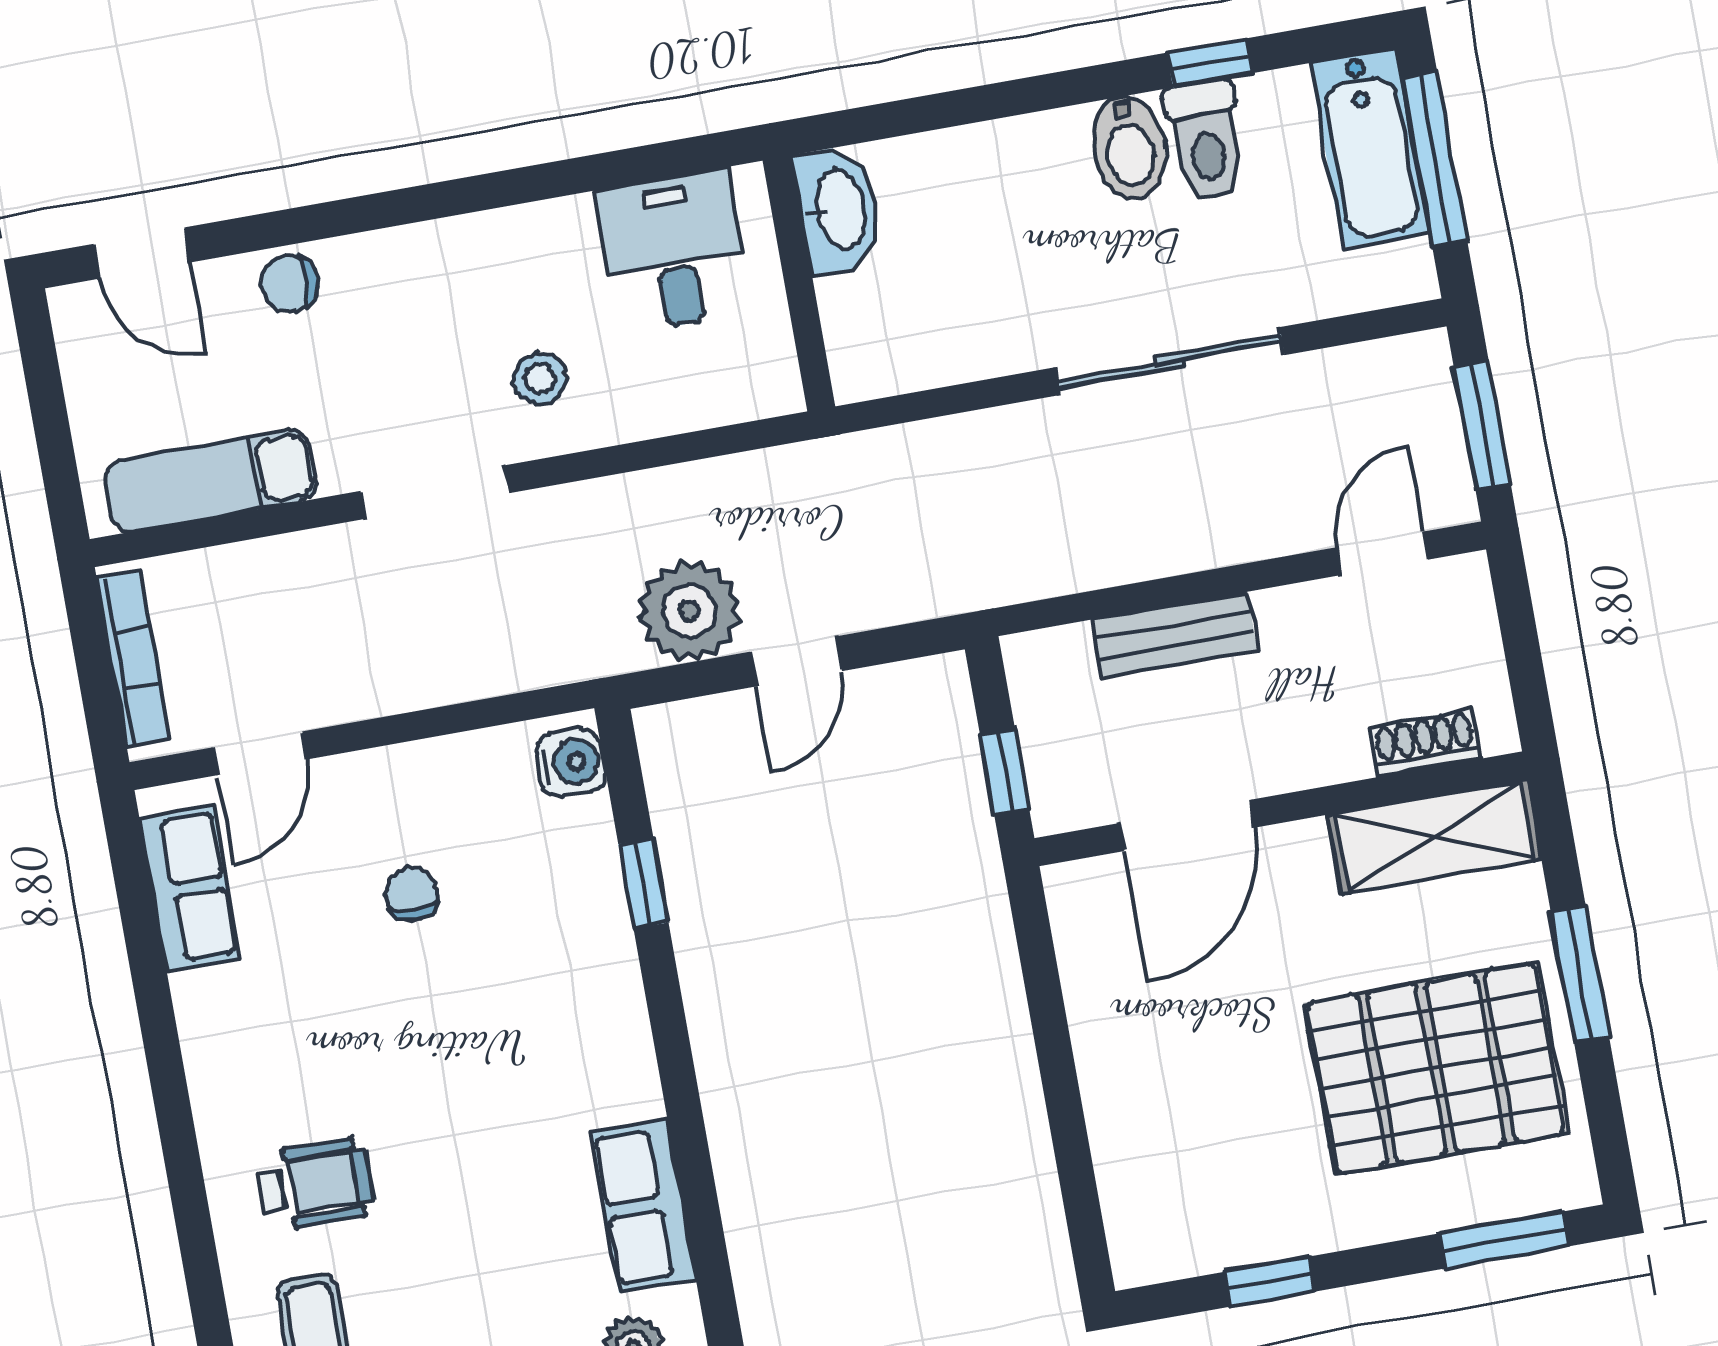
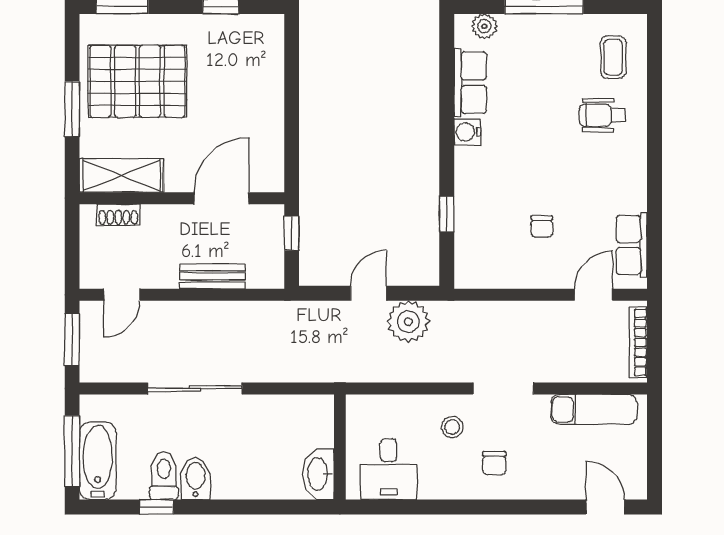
chair: (290, 283) -> (494, 463), moved, turned 90
water cooler: (571, 763) -> (467, 132), moved

